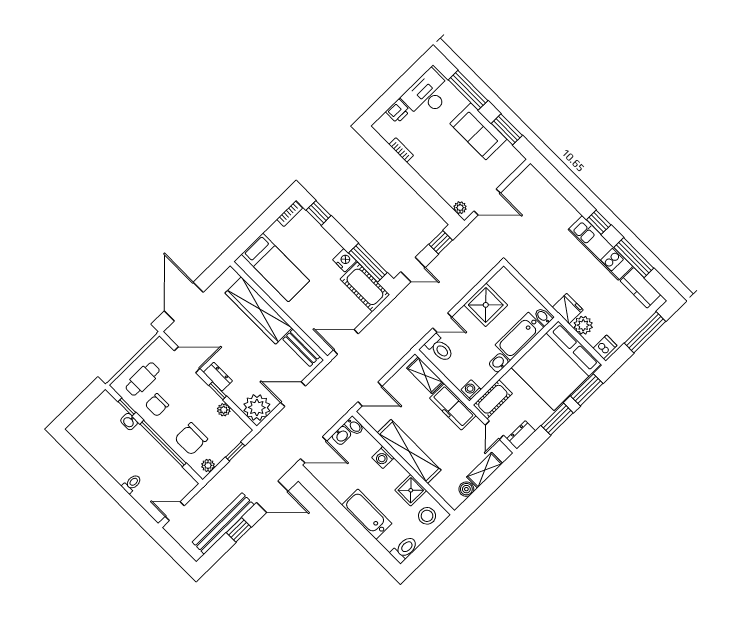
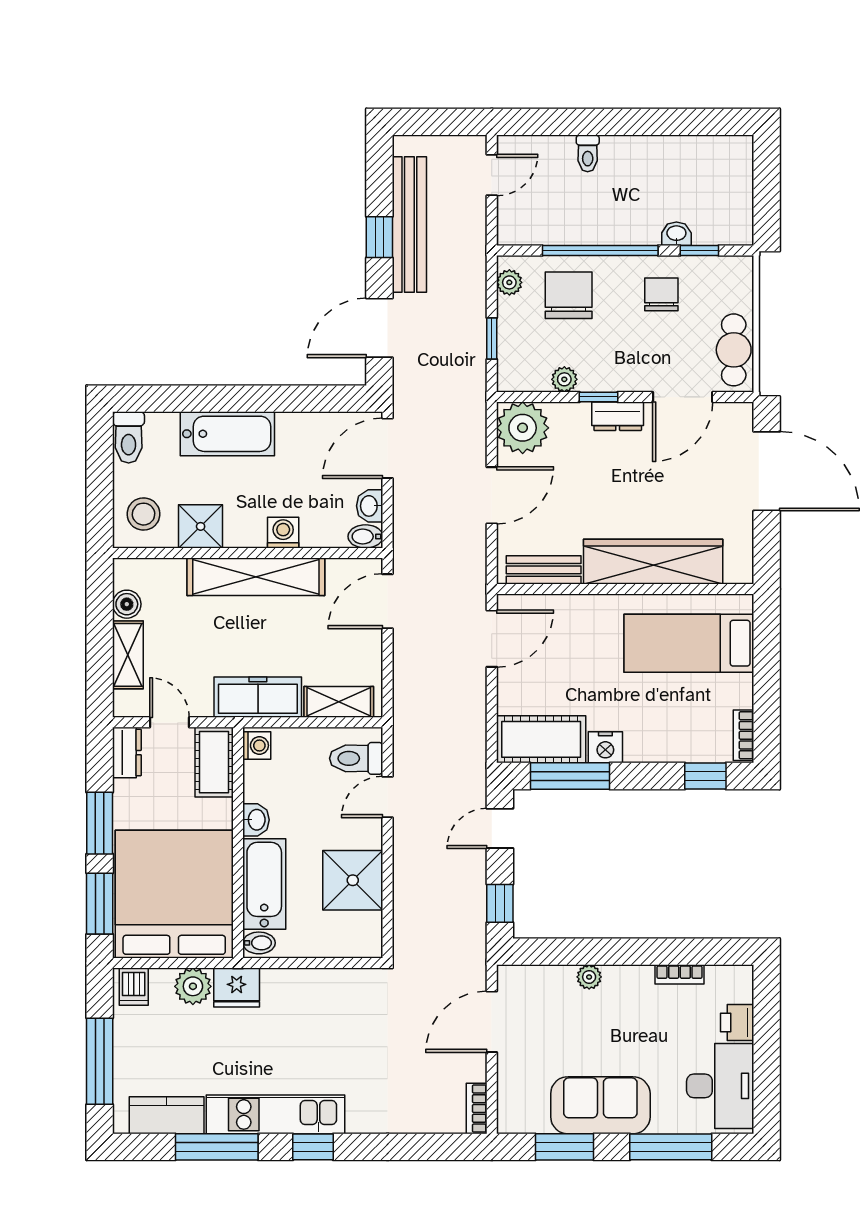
bookcase: (525, 176) -> (477, 1109), added
plant: (460, 208) -> (589, 977), moved
cafe table: (143, 379) -> (734, 350), moved

